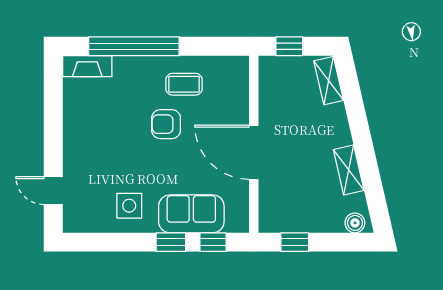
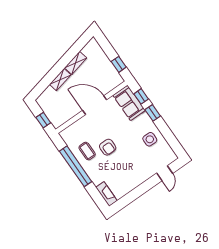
window: (134, 46) -> (76, 166), moved
shelving: (329, 81) -> (60, 80), moved
door: (254, 152) -> (95, 105), swing flipped
sofa: (191, 214) -> (129, 103), moved
boiler: (355, 223) -> (95, 46), removed

